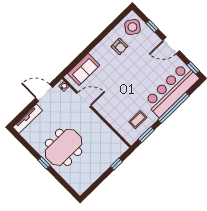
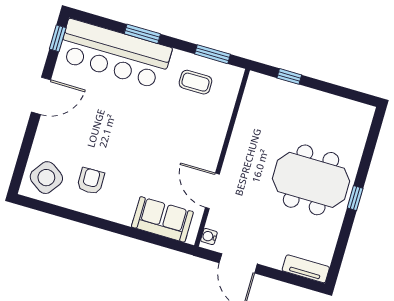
window: (152, 26) -> (27, 146), removed
door: (171, 45) -> (41, 96), hinge flipped
window: (174, 108) -> (142, 34), width x0.47
tv unit: (28, 119) -> (306, 269), width x0.71

